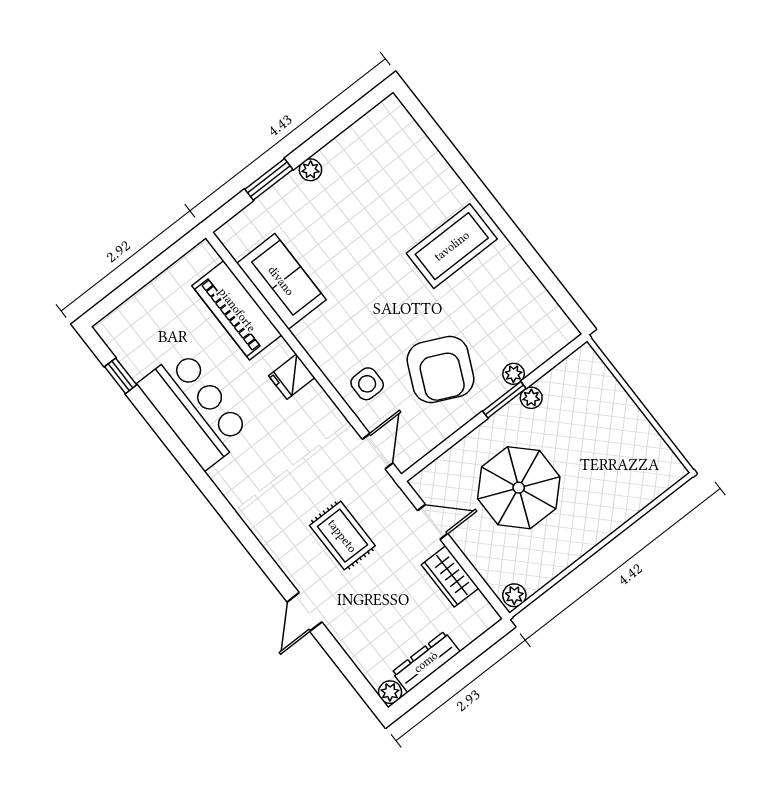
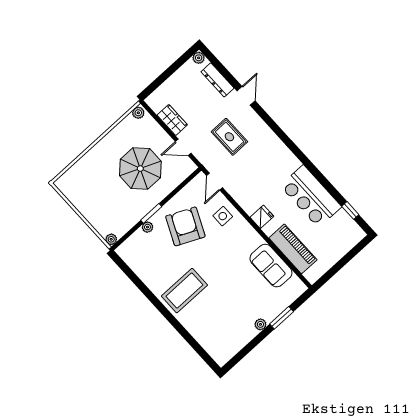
plant: (531, 398) -> (111, 239), moved
dresser: (426, 662) -> (217, 80), moved, turned 90

